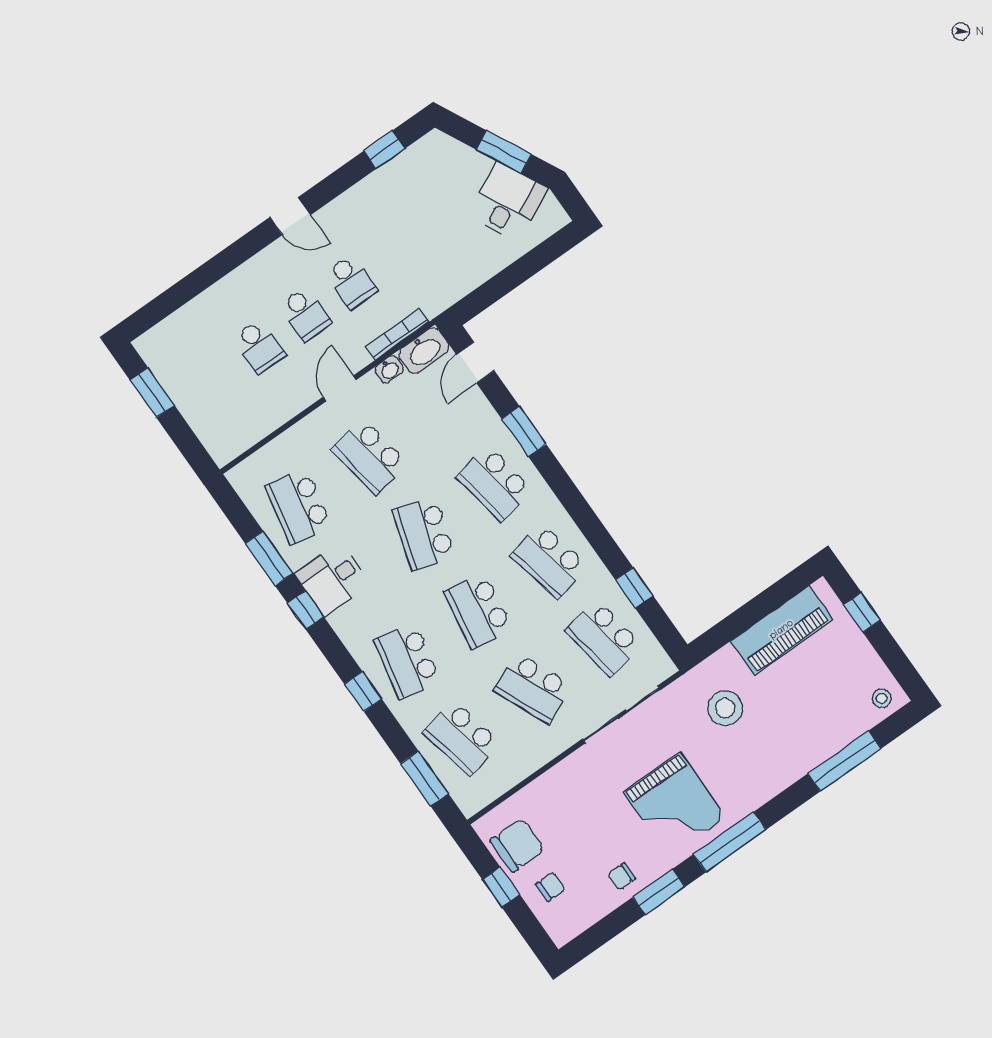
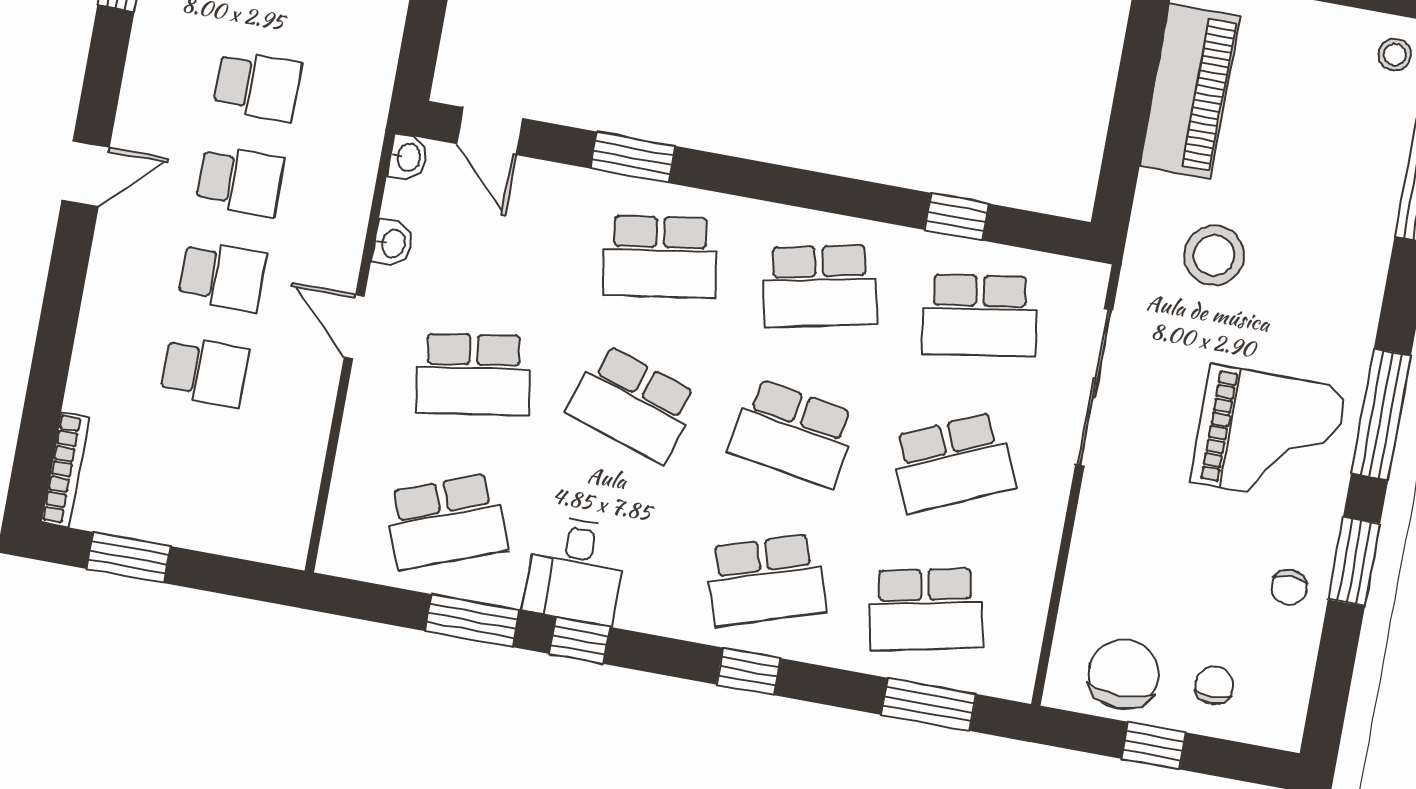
school desk: (397, 249) -> (257, 85), added
bookcase: (397, 334) -> (65, 470), moved, turned 180
washbasin: (424, 350) -> (408, 157), width x0.52, depth x0.69
school desk: (299, 507) -> (446, 521), turned -33
school desk: (407, 661) -> (766, 580), turned -30

